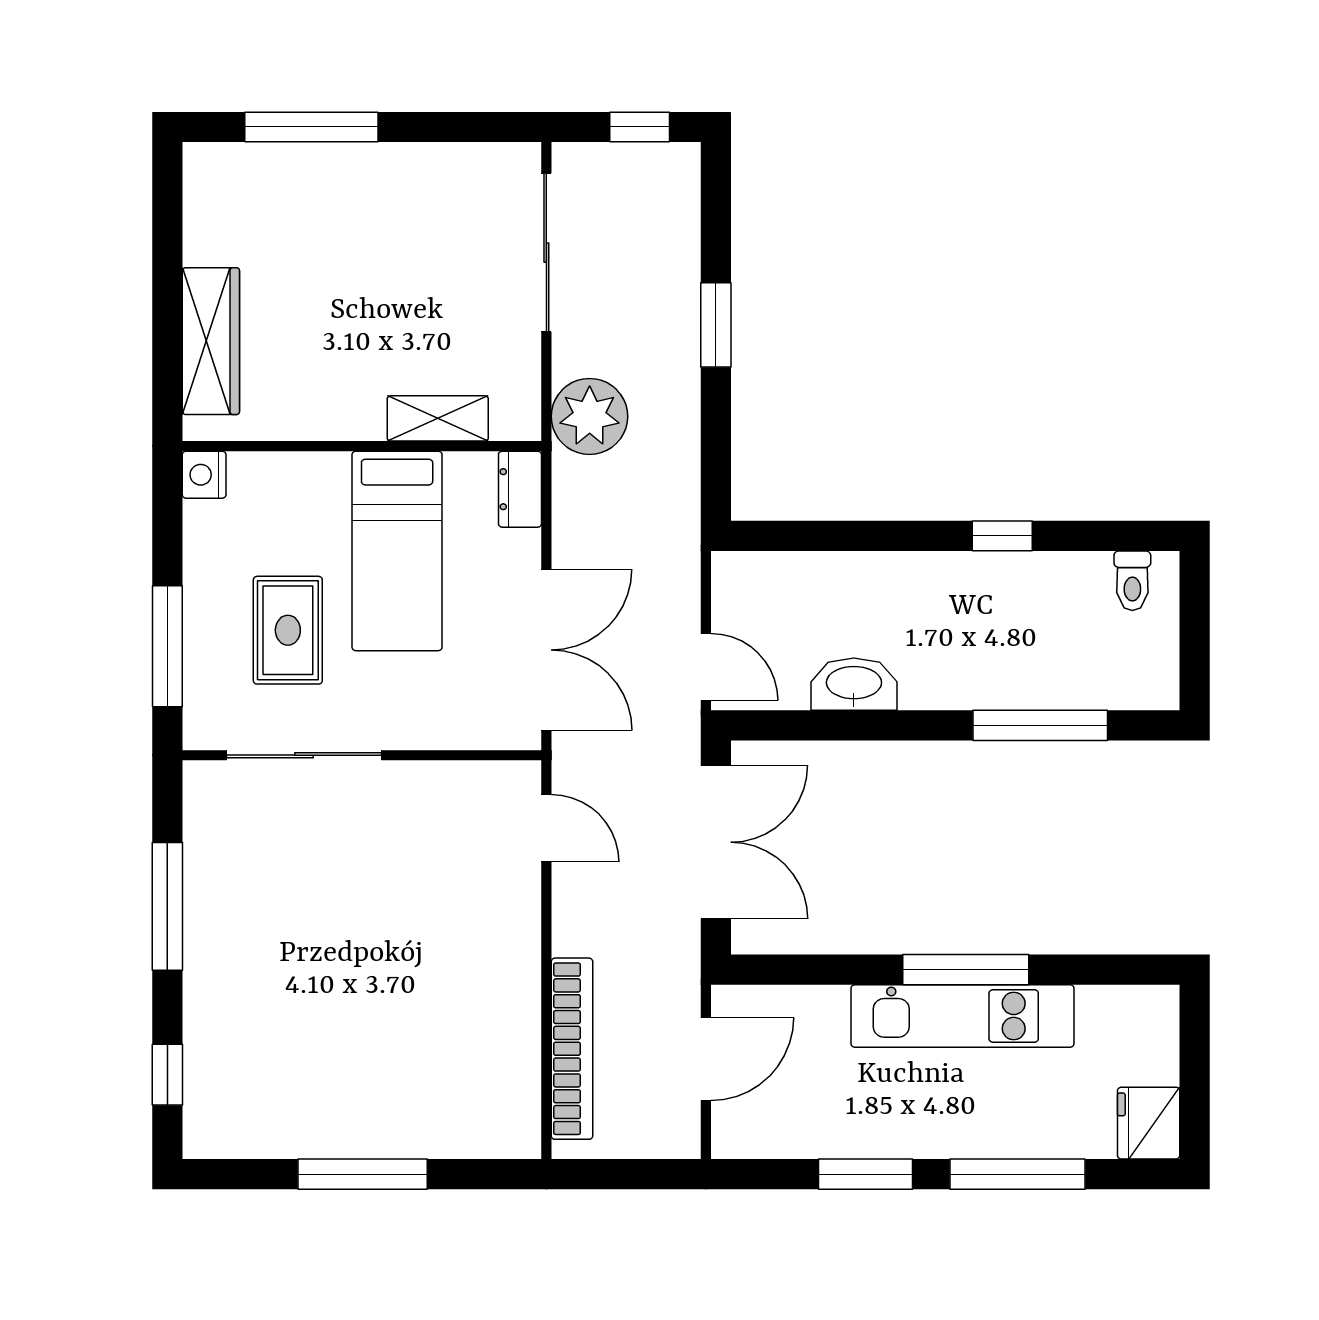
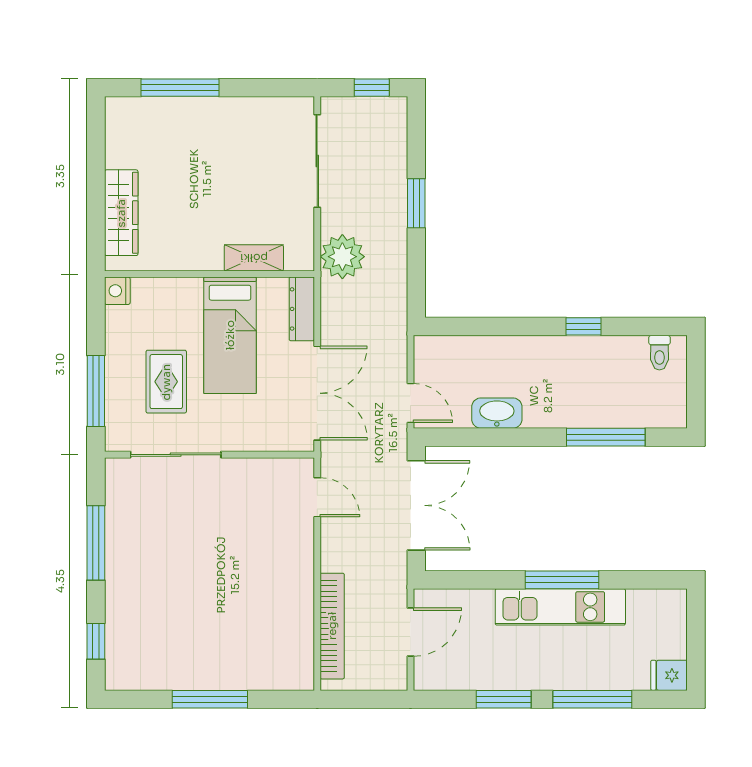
dresser: (520, 489) -> (302, 309), width x1.44
fridge: (1149, 1123) -> (669, 675), width x0.72

